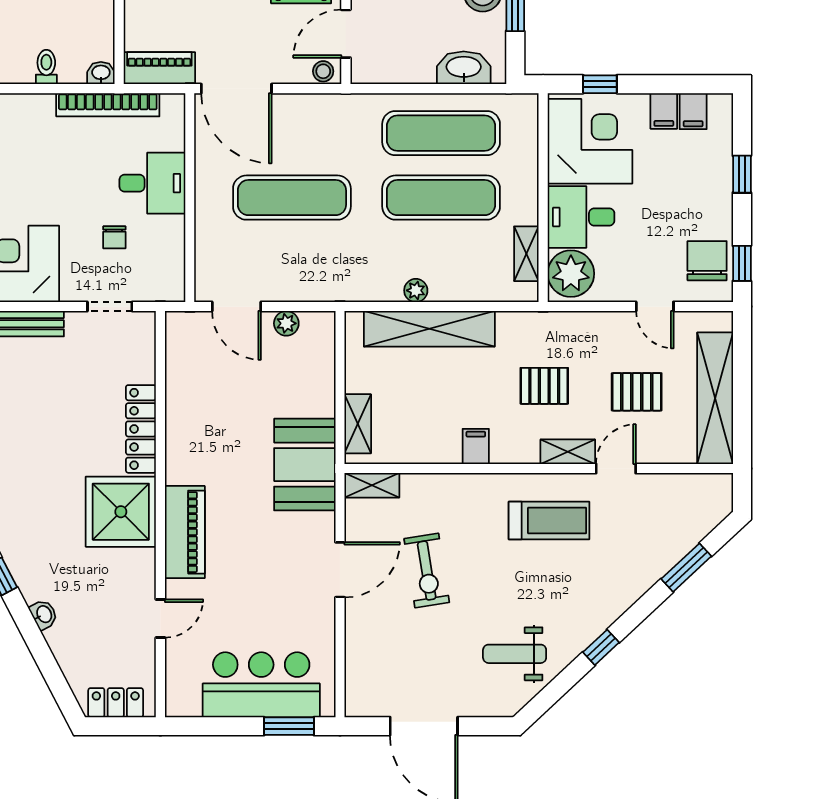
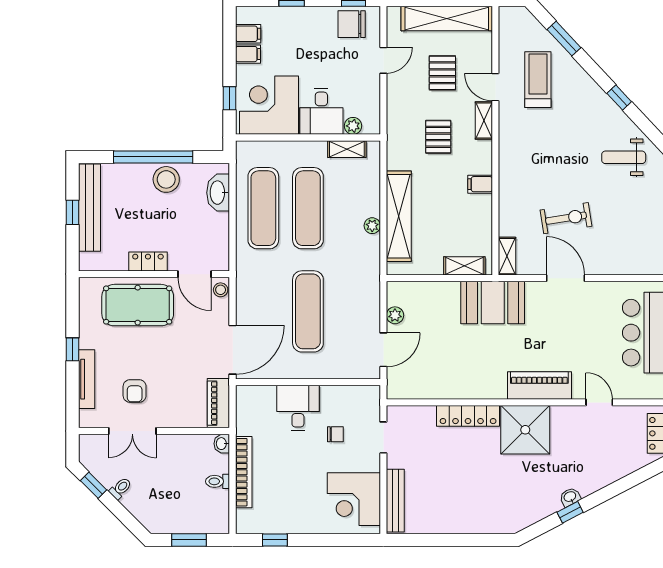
bookcase: (108, 105) -> (244, 472), moved
plant: (571, 274) -> (353, 126), width x0.53, depth x0.53
treadmill: (549, 520) -> (538, 80), moved
washbasin: (44, 614) -> (570, 497), moved
weight bench: (515, 654) -> (624, 157), turned 90

